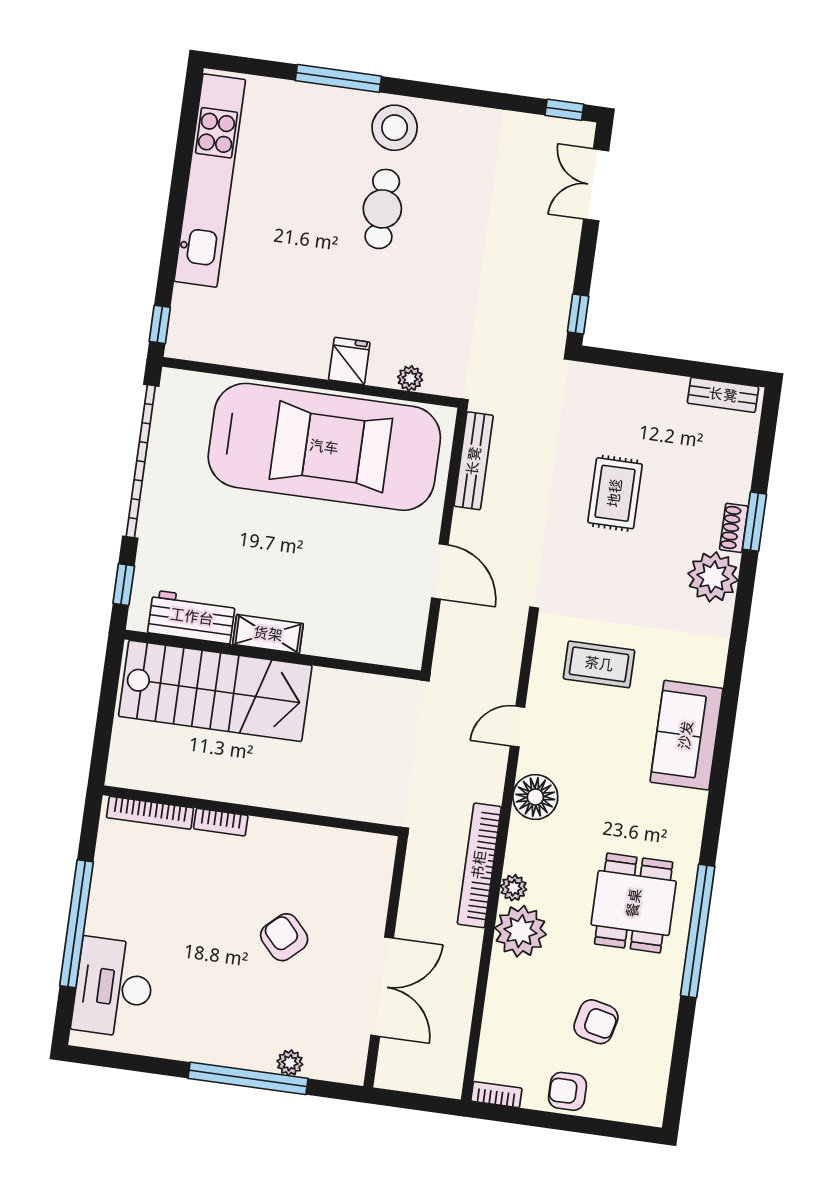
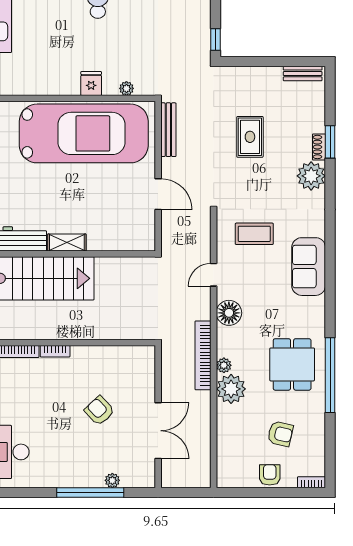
armchair: (567, 1091) -> (270, 475), turned 90
bookcase: (496, 1095) -> (312, 482), moved

